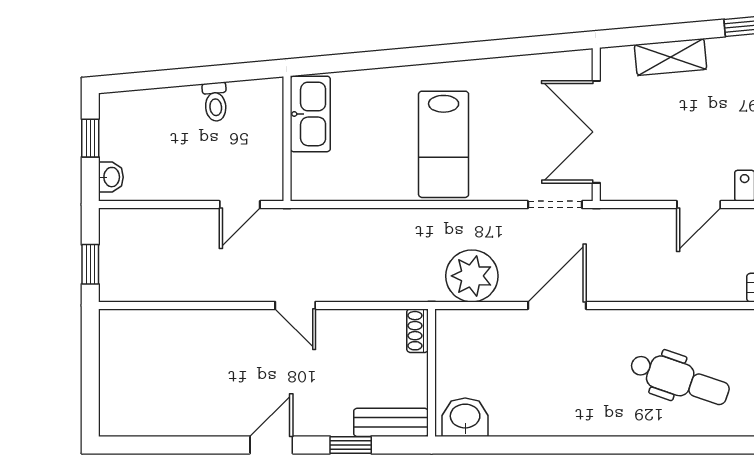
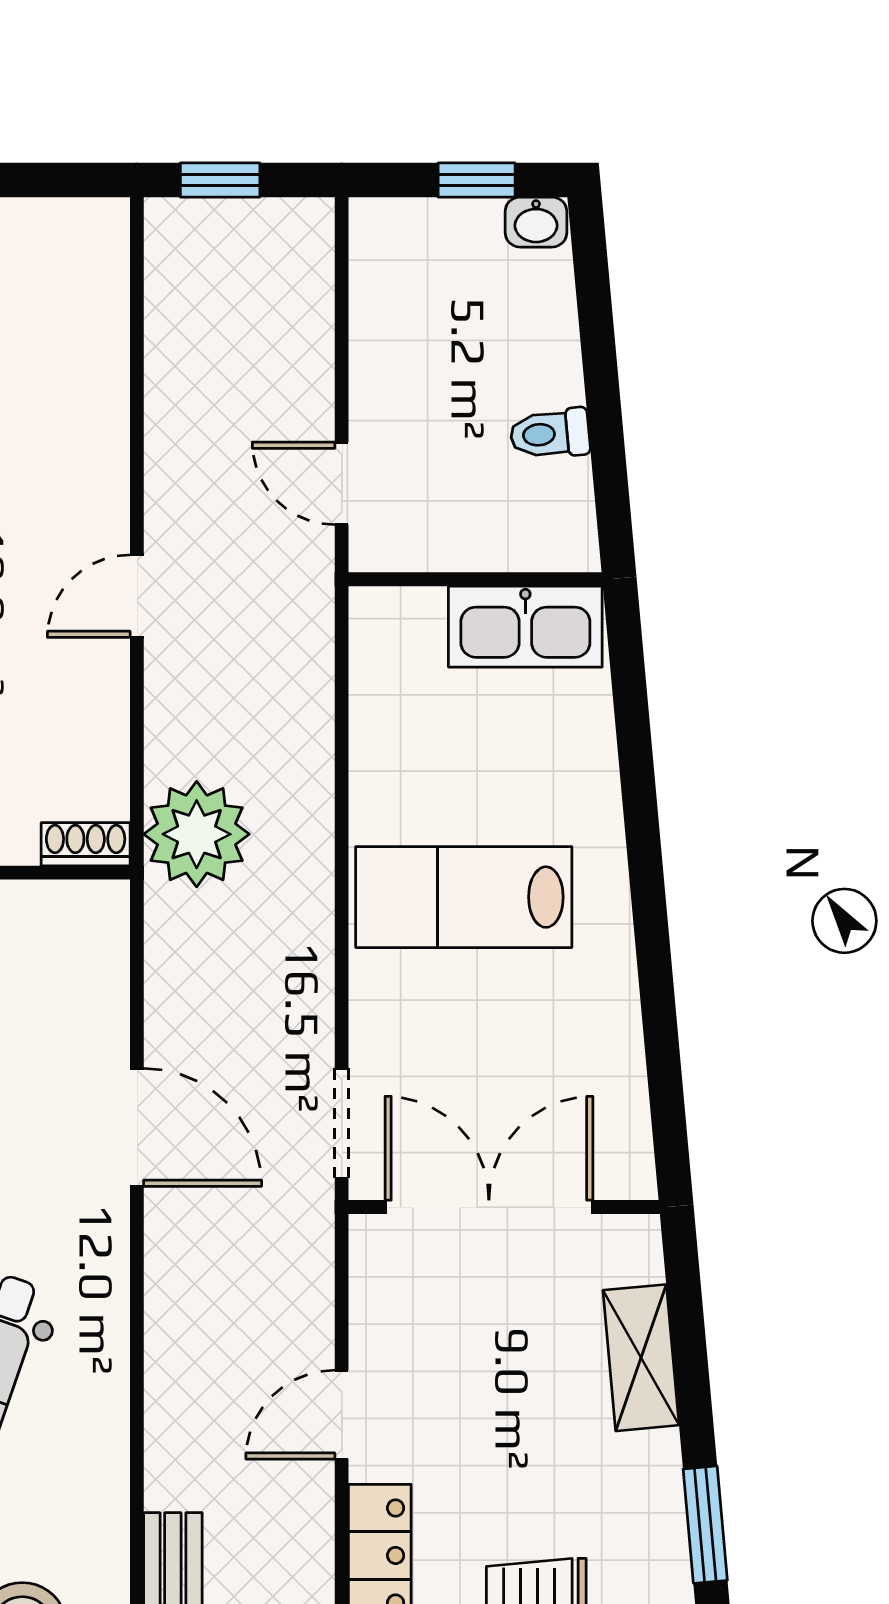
washbasin: (111, 177) -> (536, 222), moved
door: (699, 205) -> (342, 1415), hinge flipped
plant: (472, 276) -> (197, 834), moved

